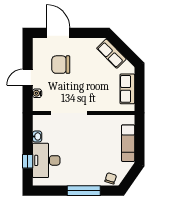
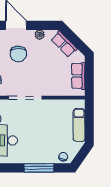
plant: (84, 43) -> (40, 35), added
chair: (61, 65) -> (18, 54), turned -90

